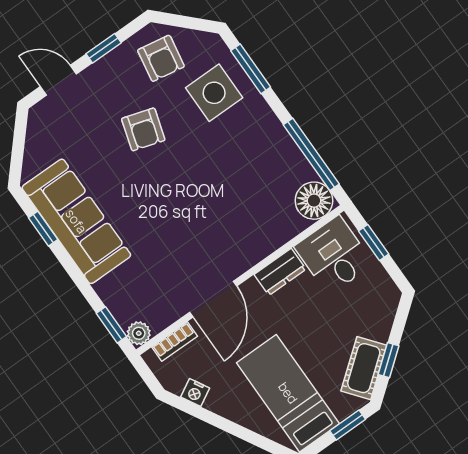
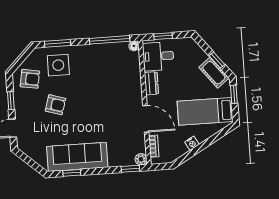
floor lamp: (314, 201) -> (134, 46), width x0.53, depth x0.53
nightstand: (195, 393) -> (192, 143), moved

